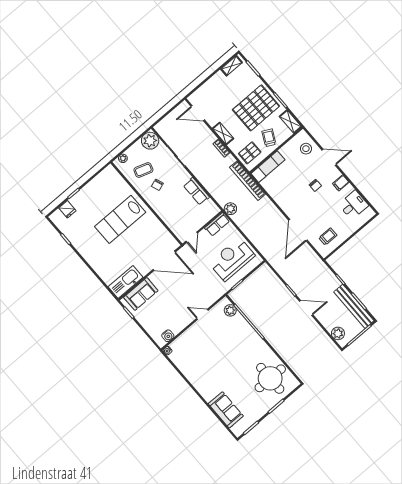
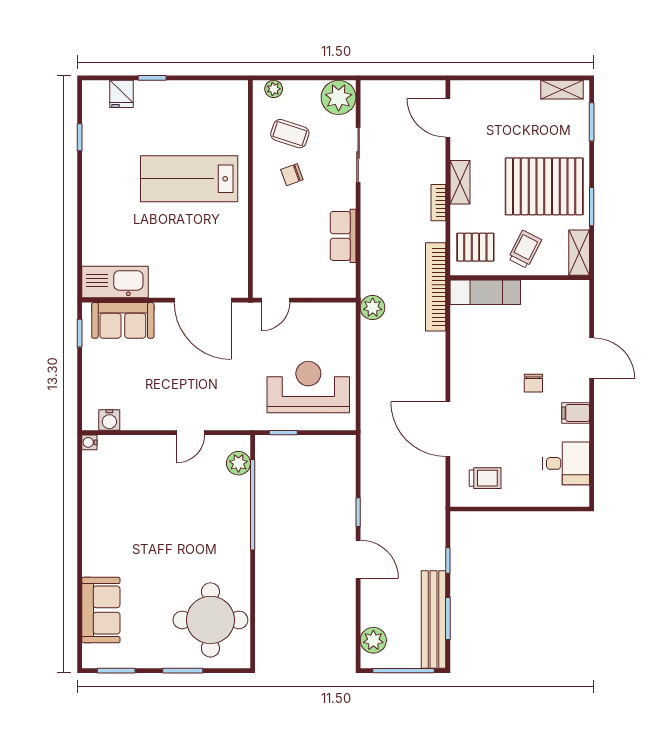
stool: (306, 149) -> (567, 315), removed
row of seats: (217, 224) -> (332, 314), removed
door: (298, 230) -> (448, 429), hinge flipped
door: (202, 314) -> (190, 433), swing flipped

